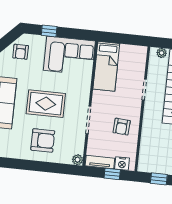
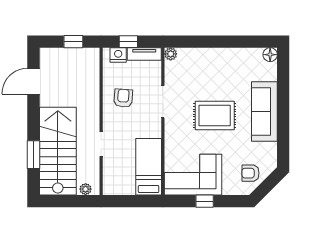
window: (49, 31) -> (205, 201), moved
armchair: (21, 52) -> (250, 173), turned -90
armchair: (43, 140) -> (214, 72), removed

